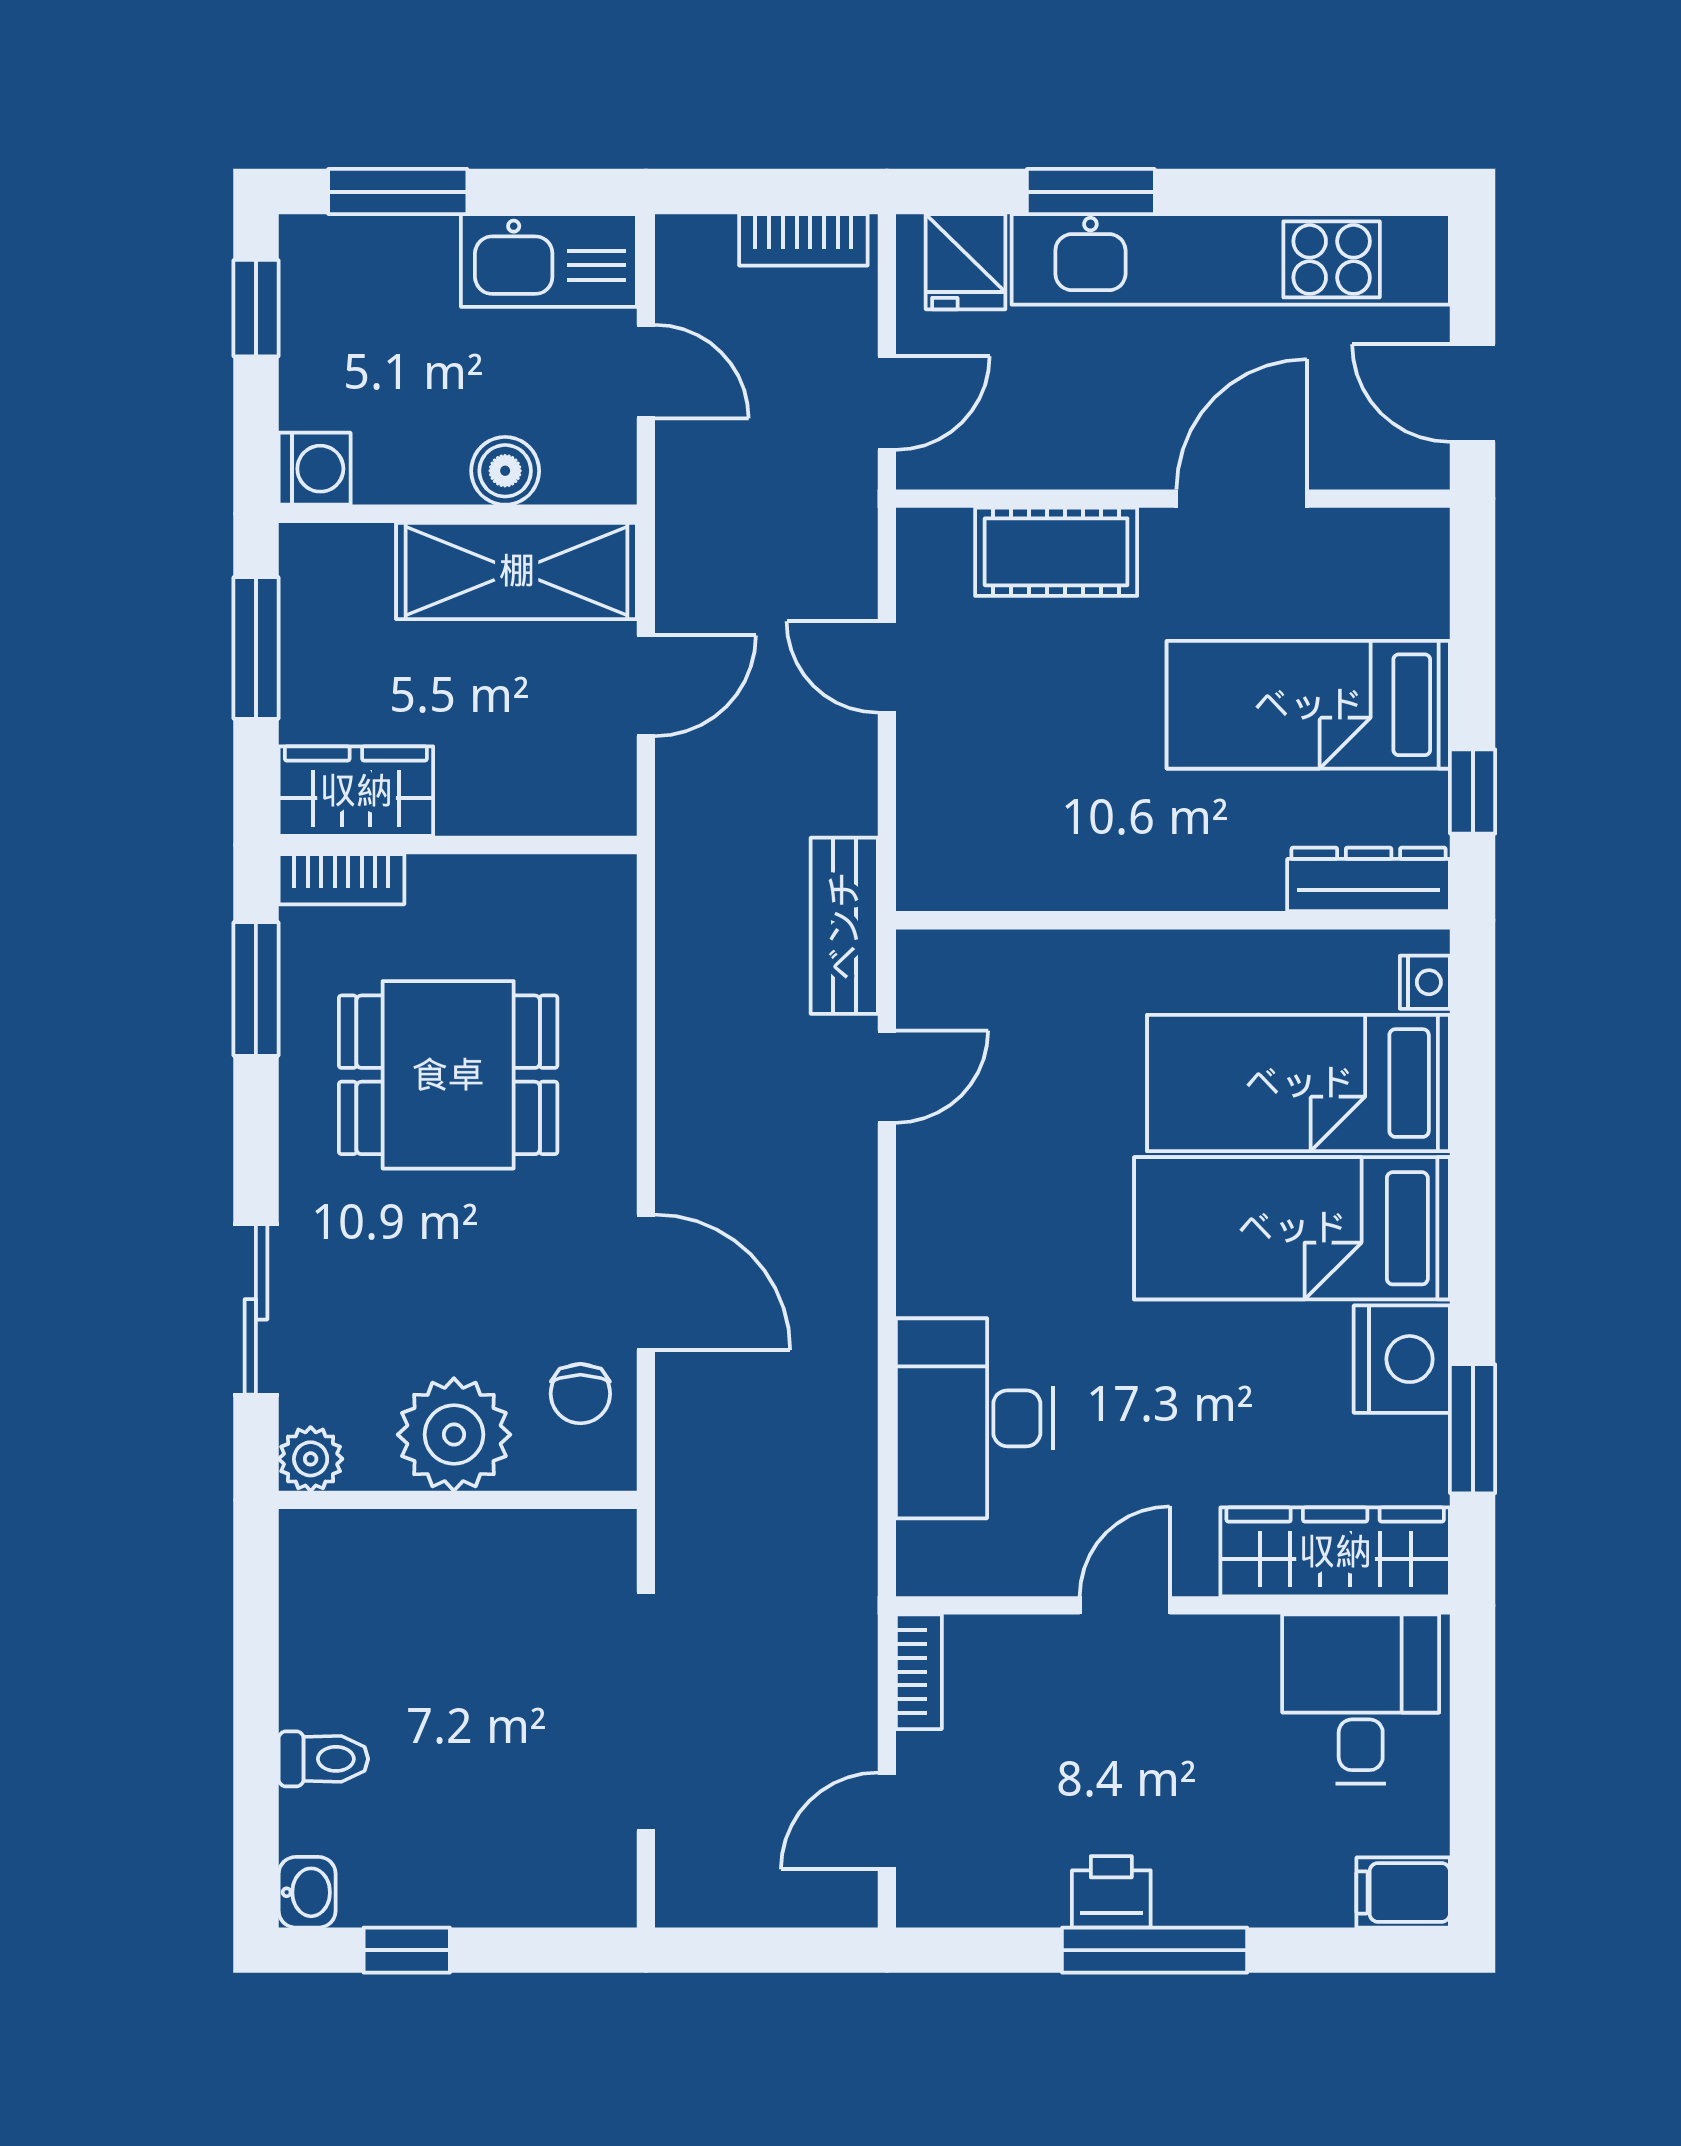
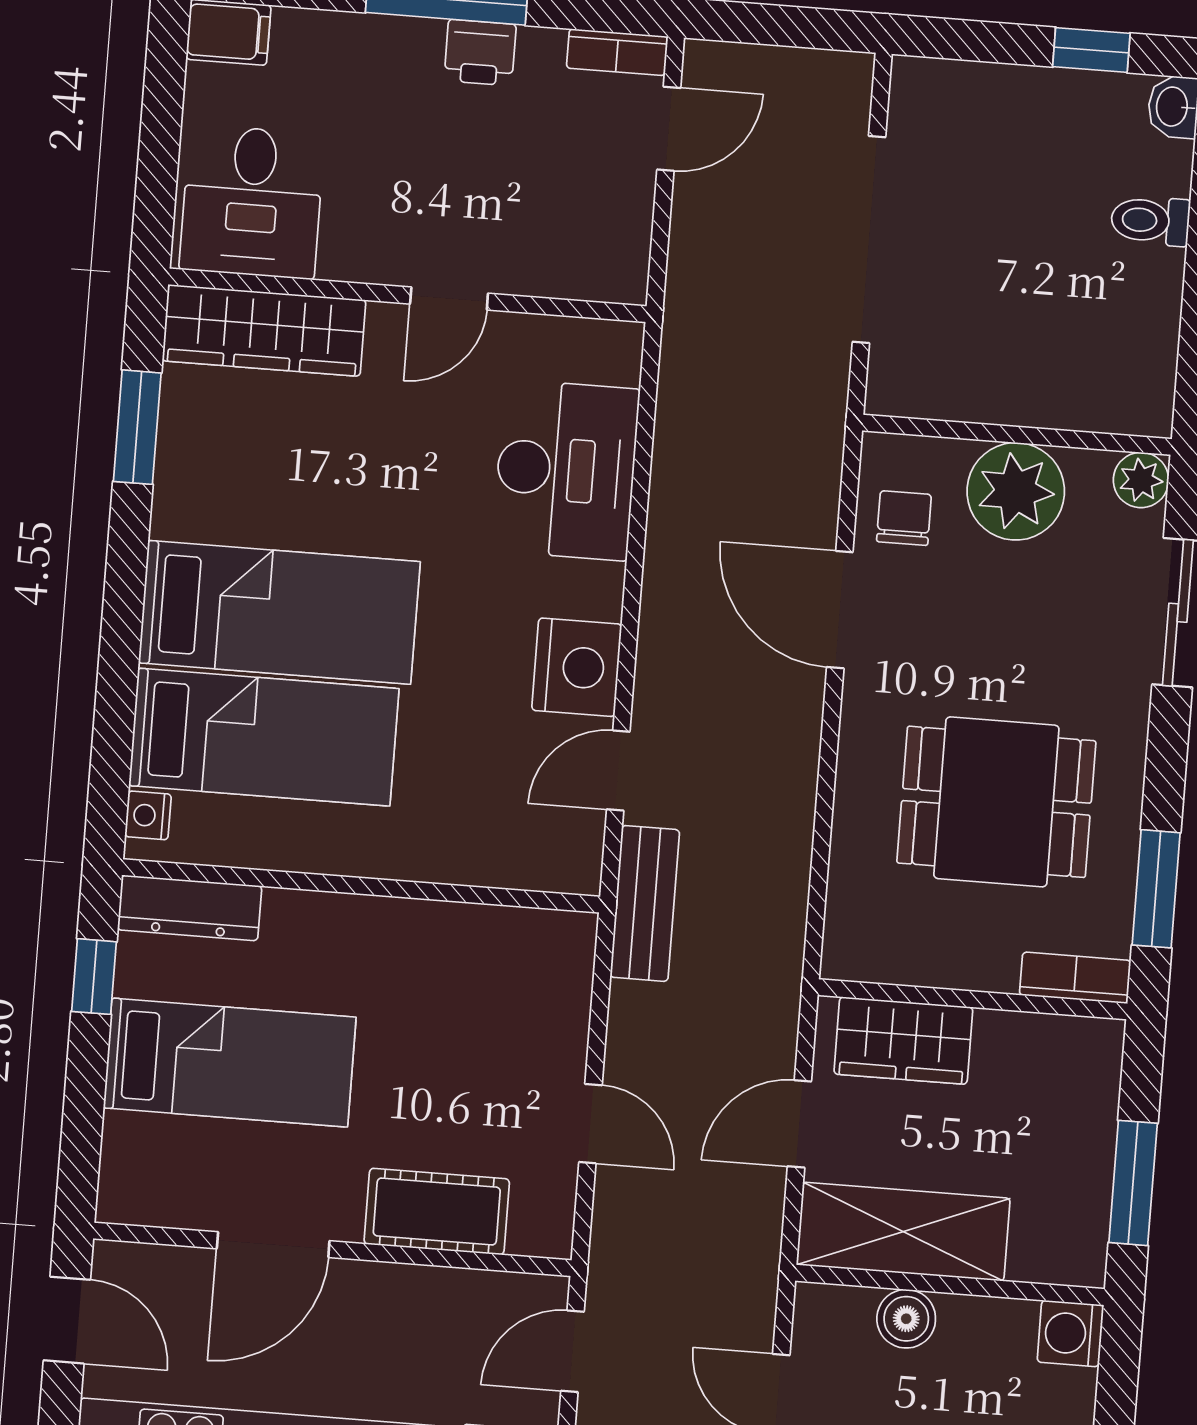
wardrobe: (356, 791) -> (903, 1041), moved
nightstand: (1402, 1359) -> (577, 667), moved, turned 180
bookcase: (919, 1672) -> (617, 52), moved, turned -90

